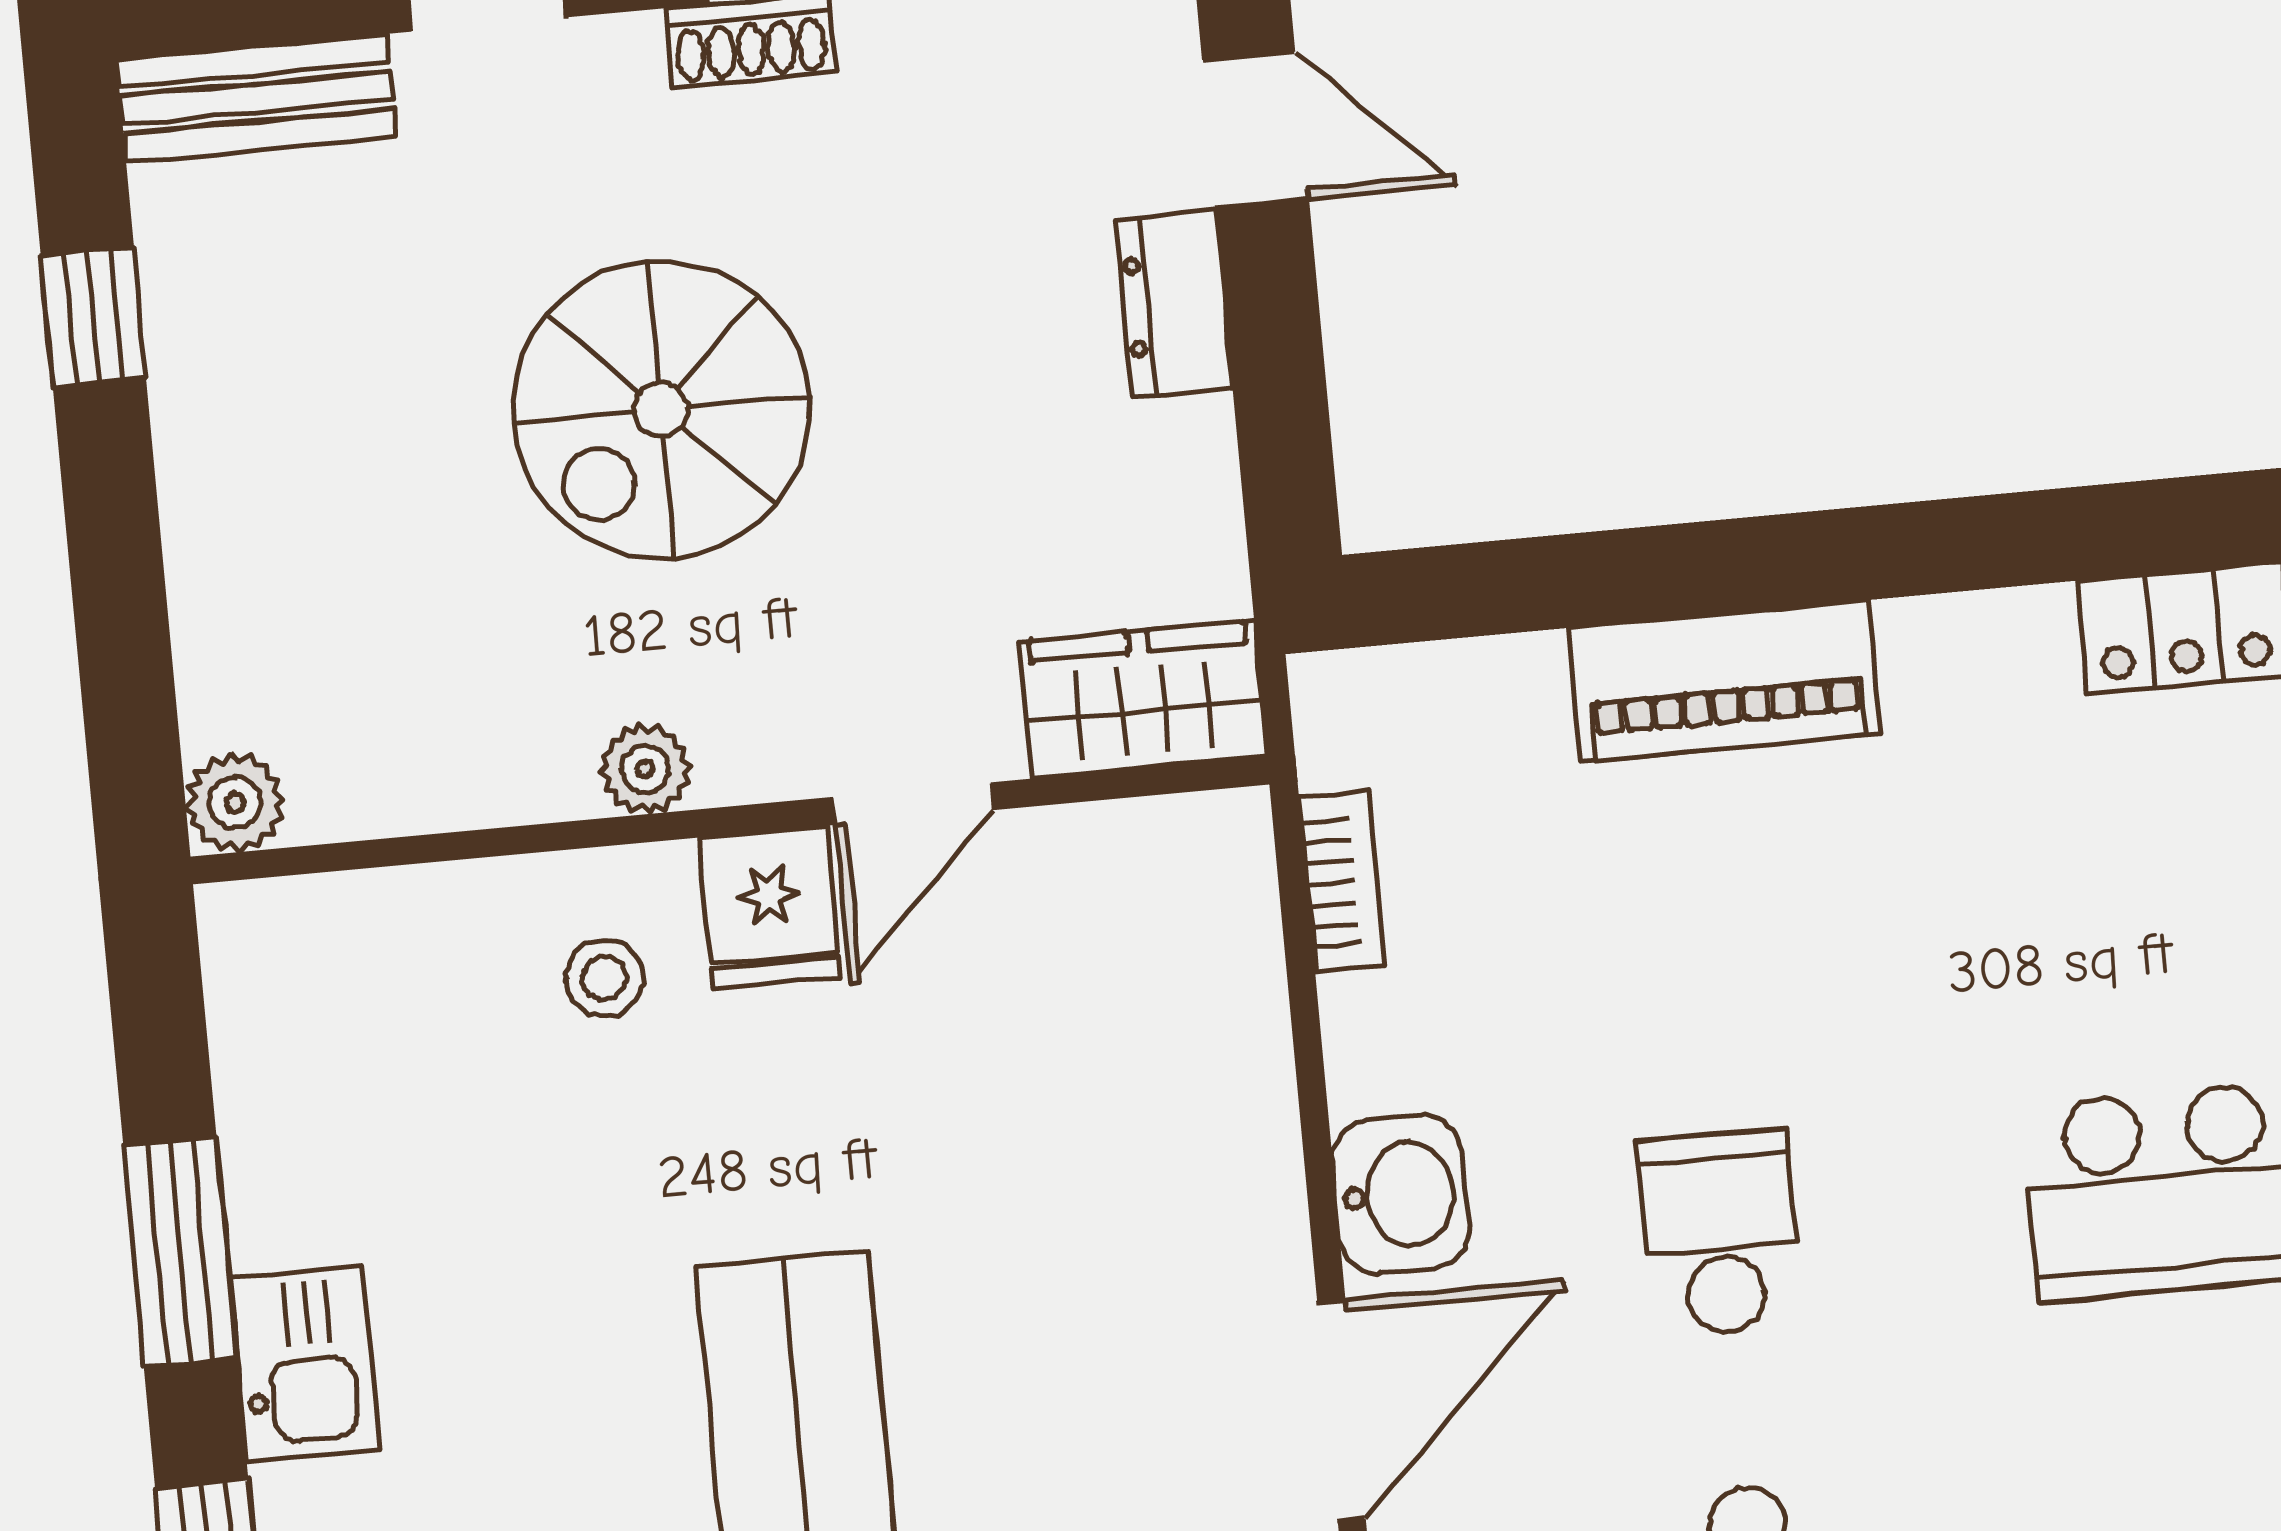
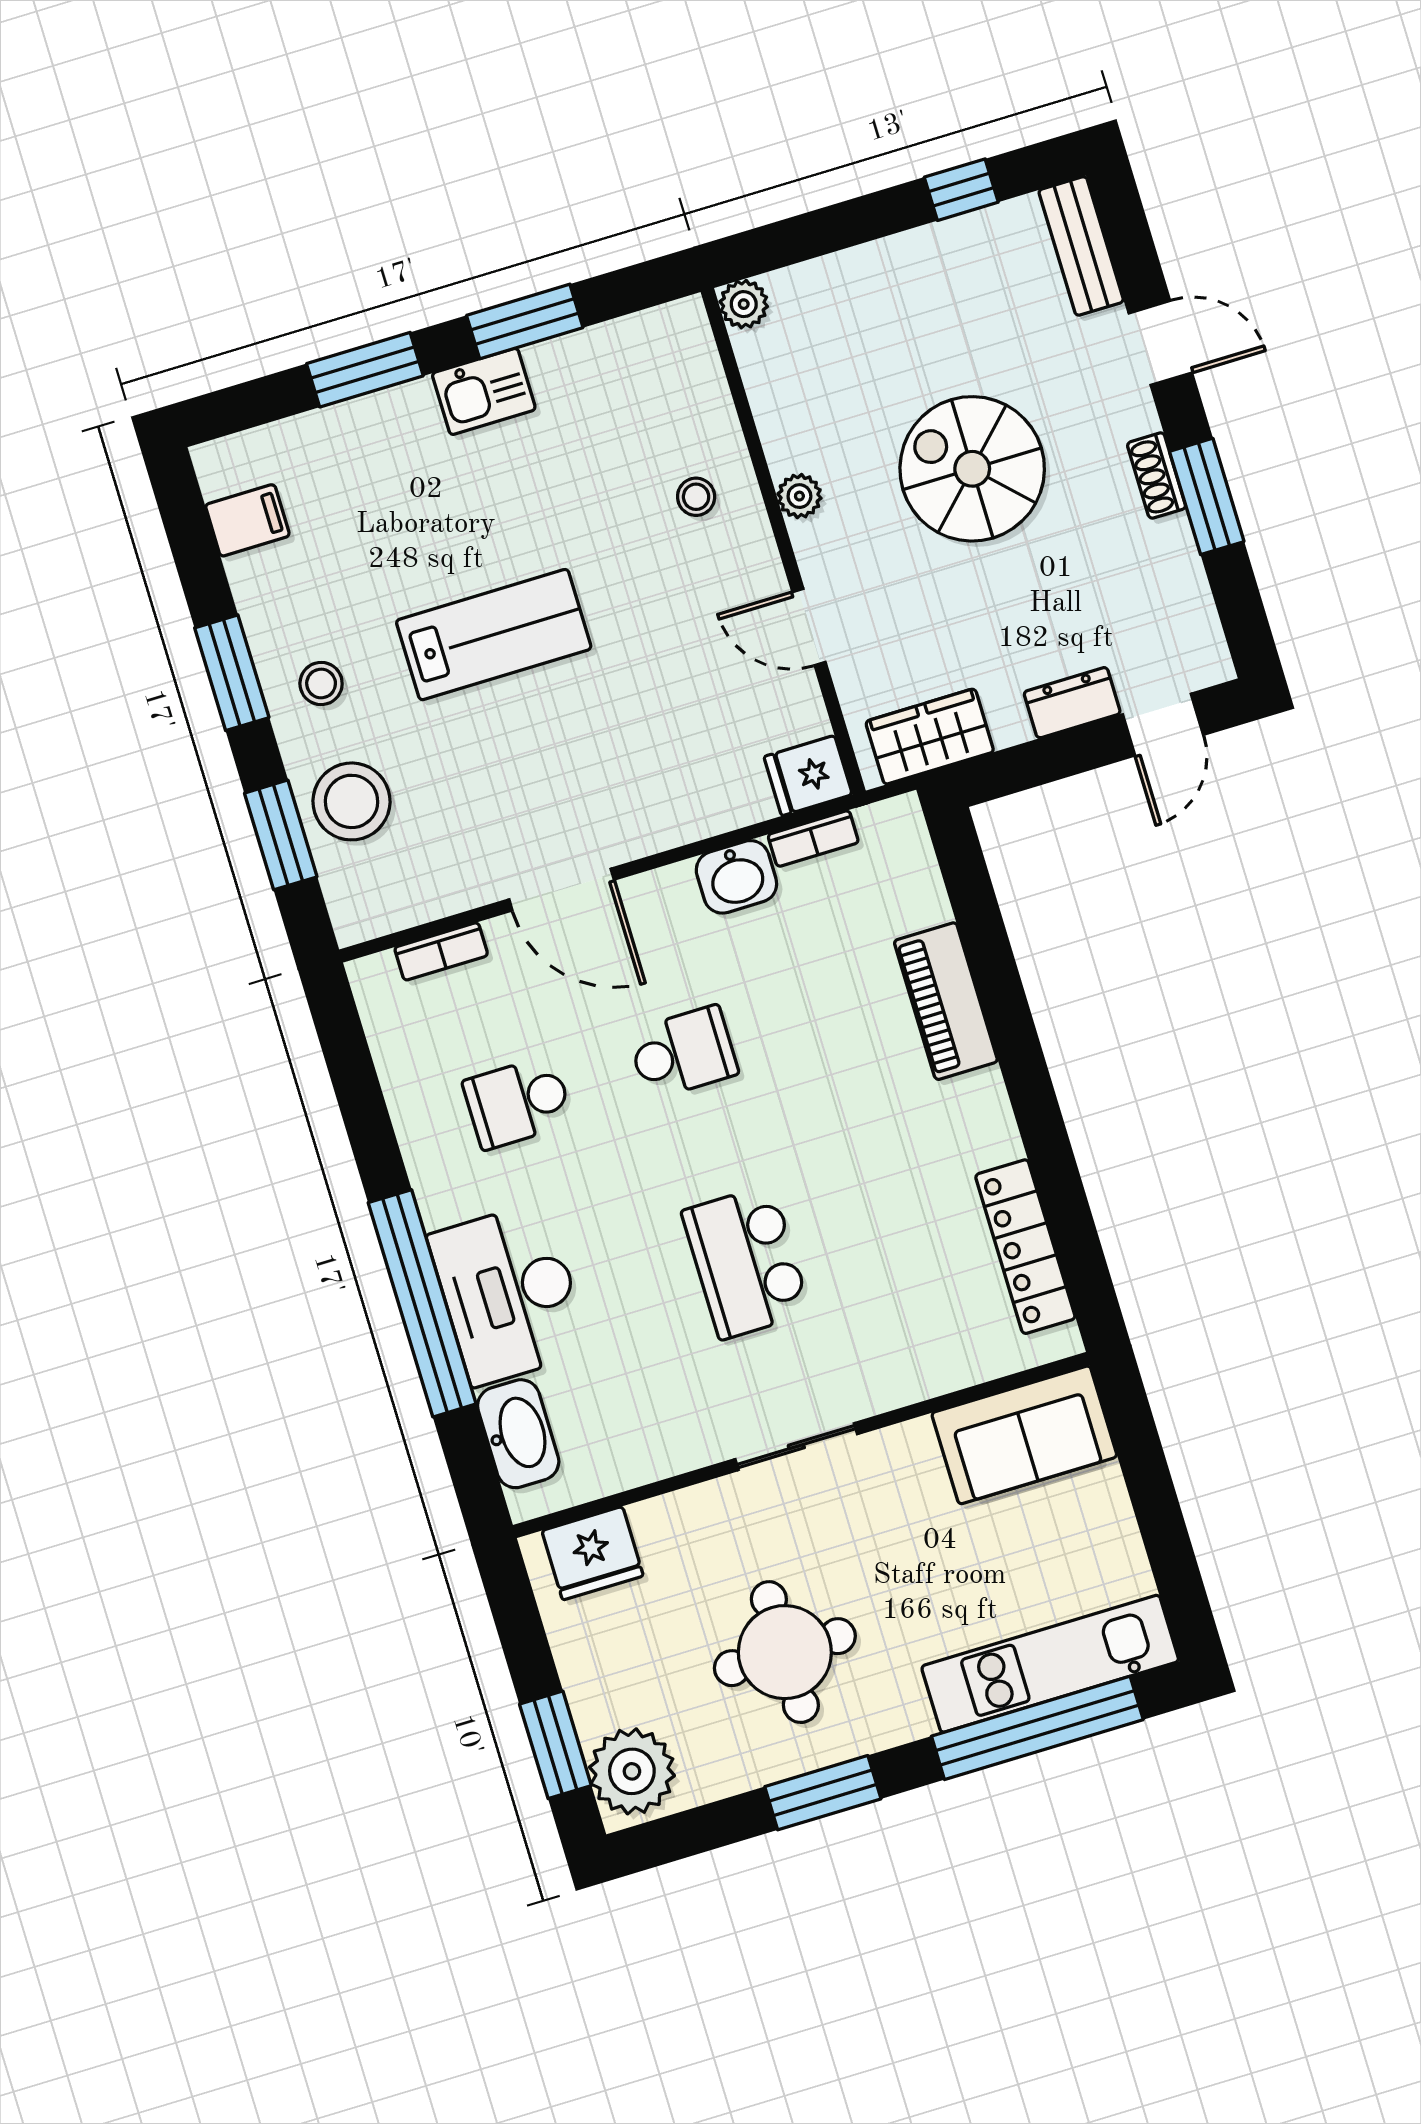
wardrobe: (1143, 699) -> (930, 737), moved, turned -90
fridge: (770, 908) -> (808, 776), moved
washbasin: (1401, 1195) -> (736, 877), moved

